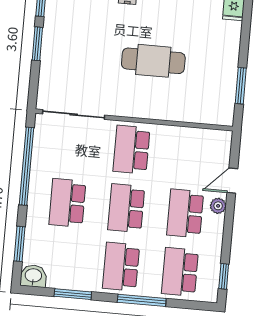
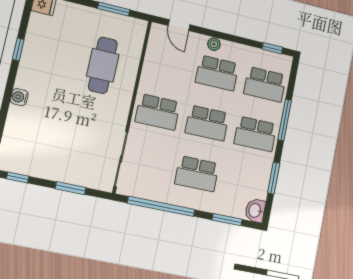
window: (37, 44) -> (71, 188), moved
cafe table: (153, 61) -> (103, 65), moved
door: (232, 181) -> (179, 25), moved

